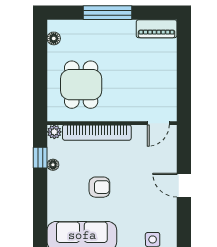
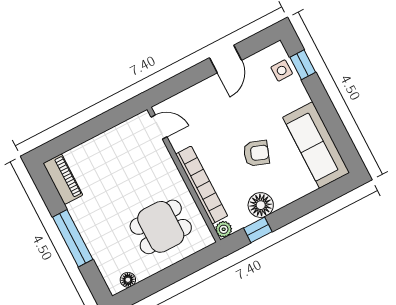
floor lamp: (53, 165) -> (261, 205), width x1.89, depth x1.89
door: (184, 185) -> (226, 59), moved
armchair: (99, 187) -> (256, 153), turned 110

